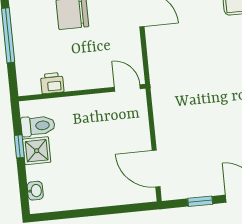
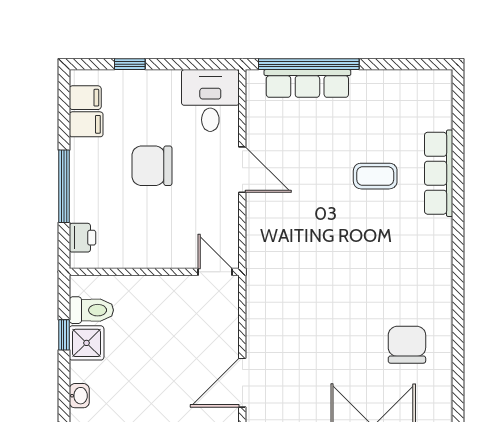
printer: (52, 83) -> (82, 238), moved, turned 90
door: (156, 169) -> (242, 383), hinge flipped

